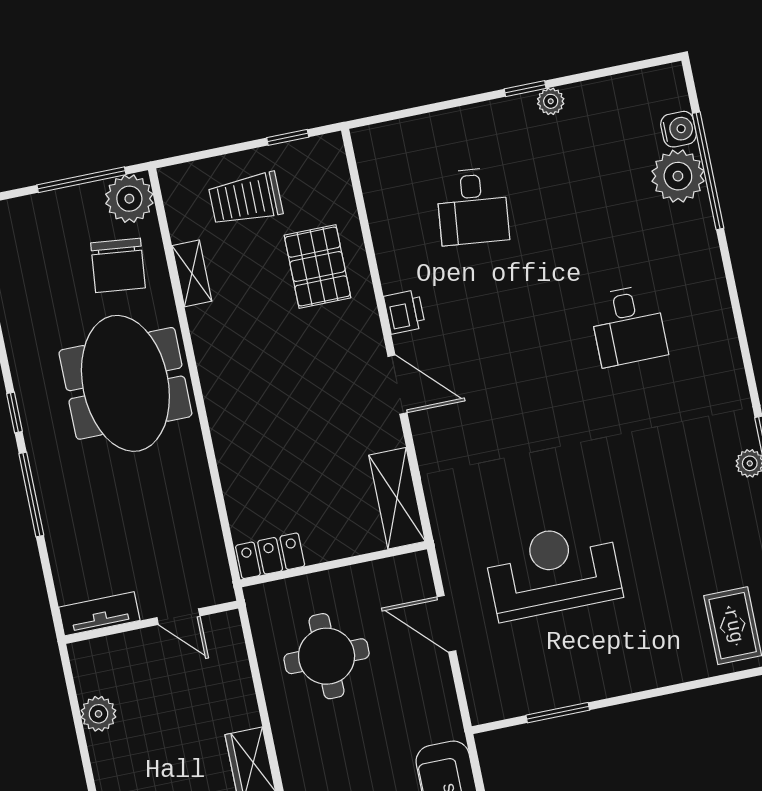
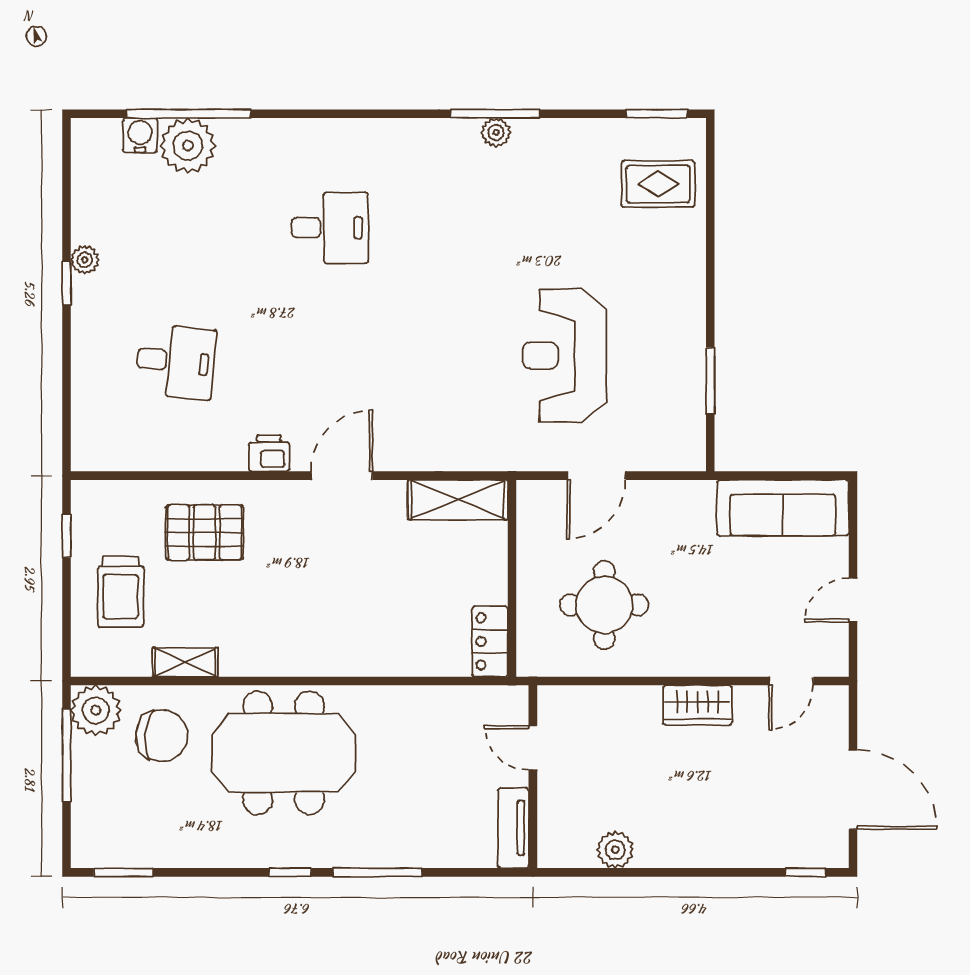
door: (178, 617) -> (533, 748), swing flipped

